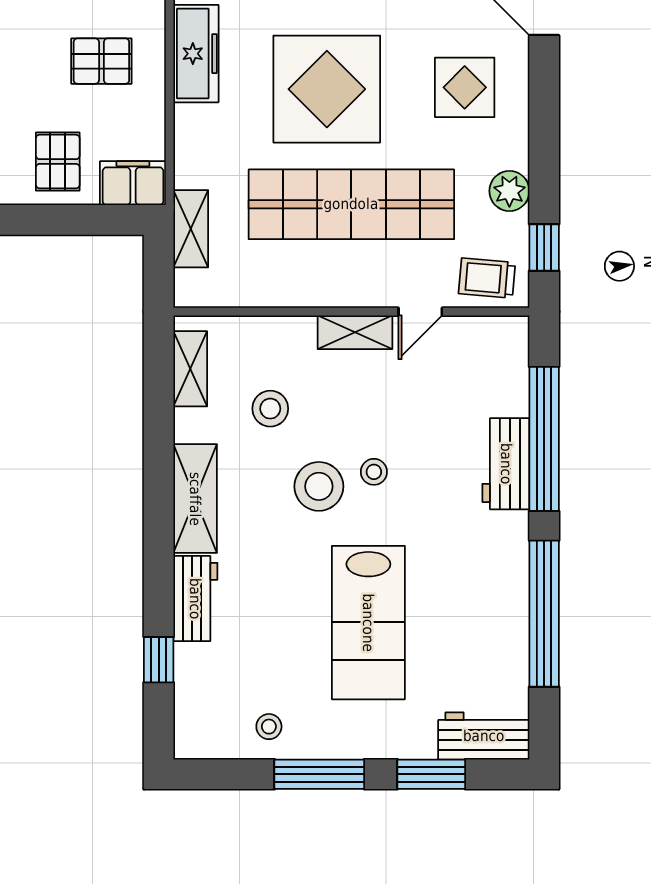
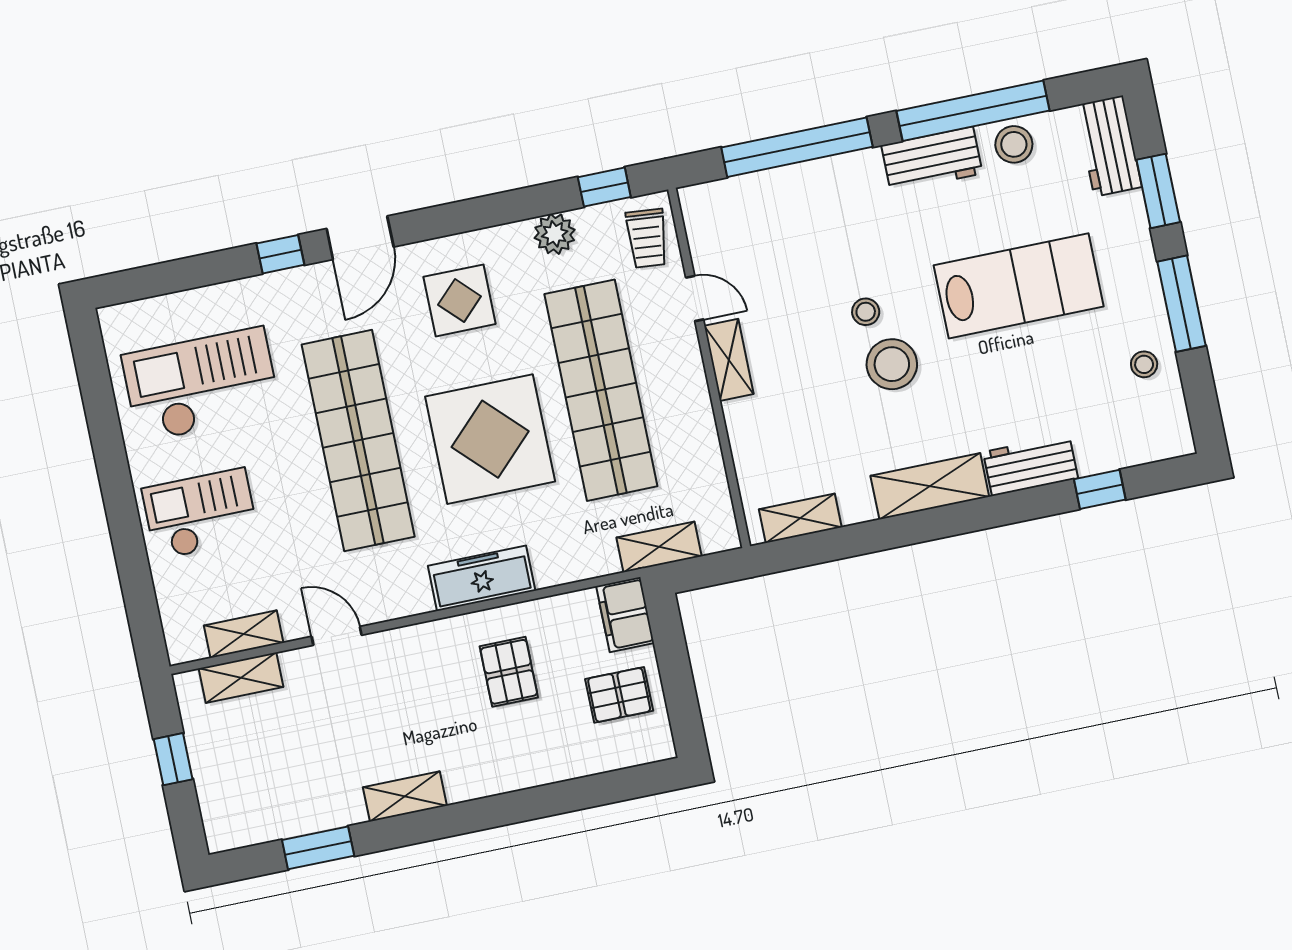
stool: (270, 409) -> (1014, 144), moved
workbench: (506, 464) -> (932, 159), moved

